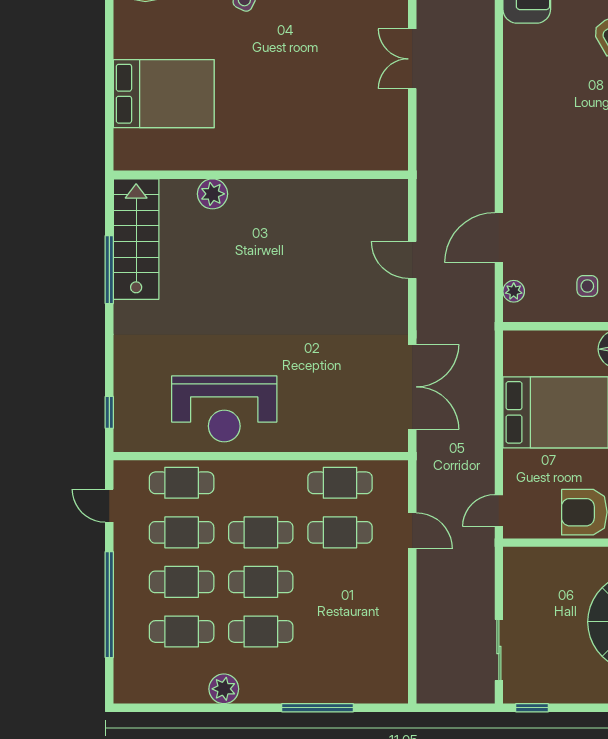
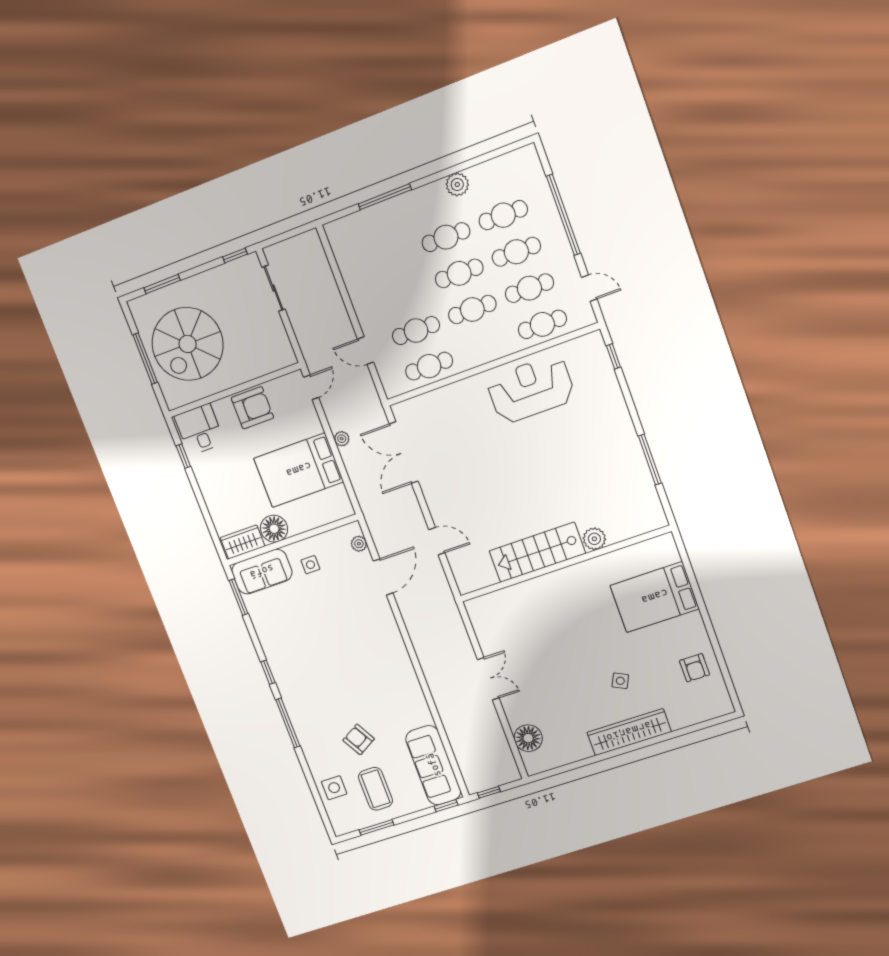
stairs: (136, 239) -> (537, 552), moved, turned 90
plant: (485, 432) -> (342, 439), added

